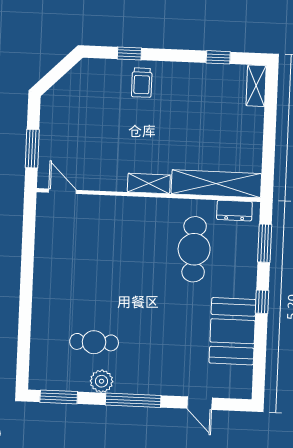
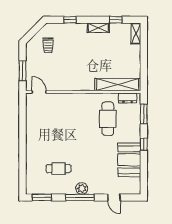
trolley: (142, 83) -> (48, 45), moved
shelving: (149, 183) -> (98, 28), moved
plant: (102, 381) -> (82, 188), moved

